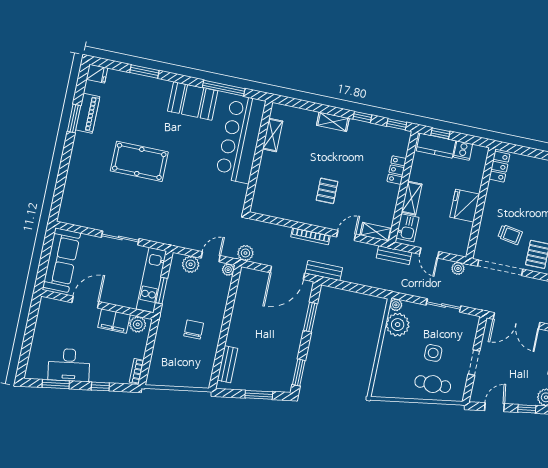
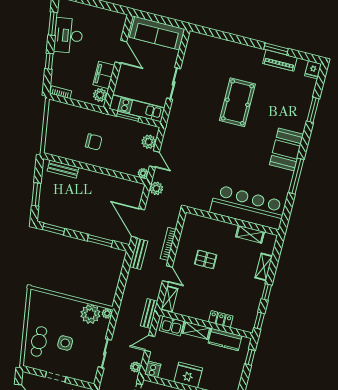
shelving: (273, 135) -> (250, 234), moved
bar counter: (241, 139) -> (248, 207), moved
kitchen counter: (436, 146) -> (225, 340), moved, turned -90
cooker: (463, 151) -> (153, 369), moved, turned 90
wall: (258, 157) -> (232, 221), moved

